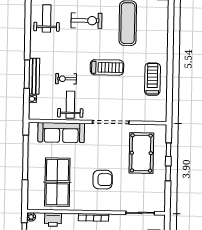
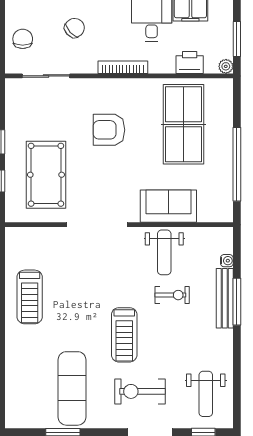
treadmill: (107, 67) -> (124, 335), moved, turned -90
sofa: (61, 133) -> (168, 206), width x0.73

